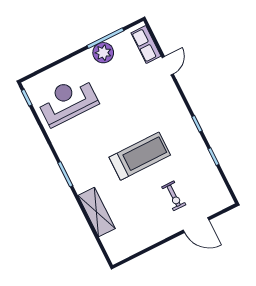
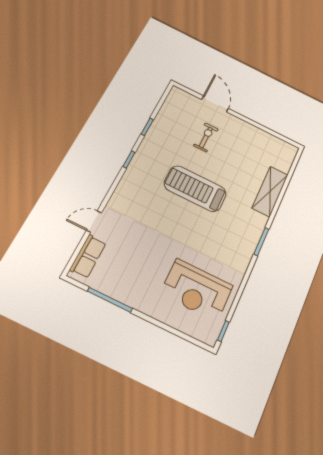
plant: (103, 53) -> (126, 291), removed

